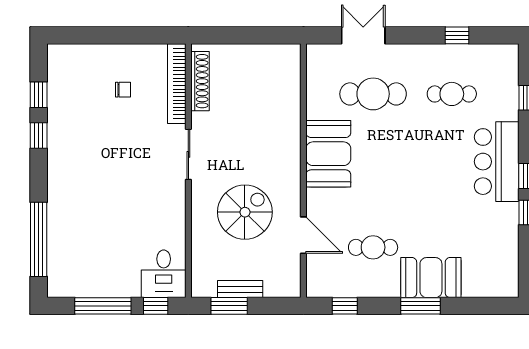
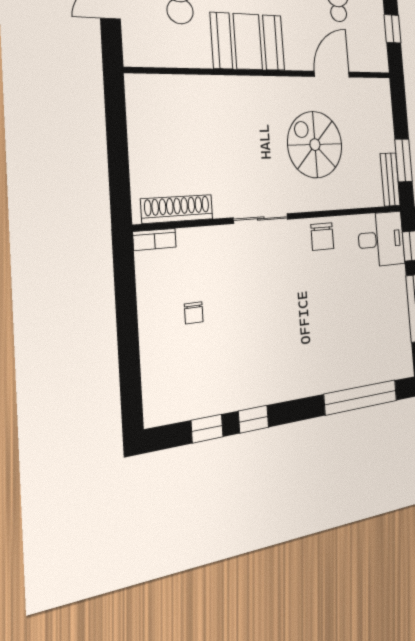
bookcase: (177, 84) -> (155, 239), width x0.43, depth x0.76
chair: (123, 90) -> (194, 313), turned 180
chair: (170, 213) -> (322, 237), added
bench: (240, 289) -> (390, 179), moved

